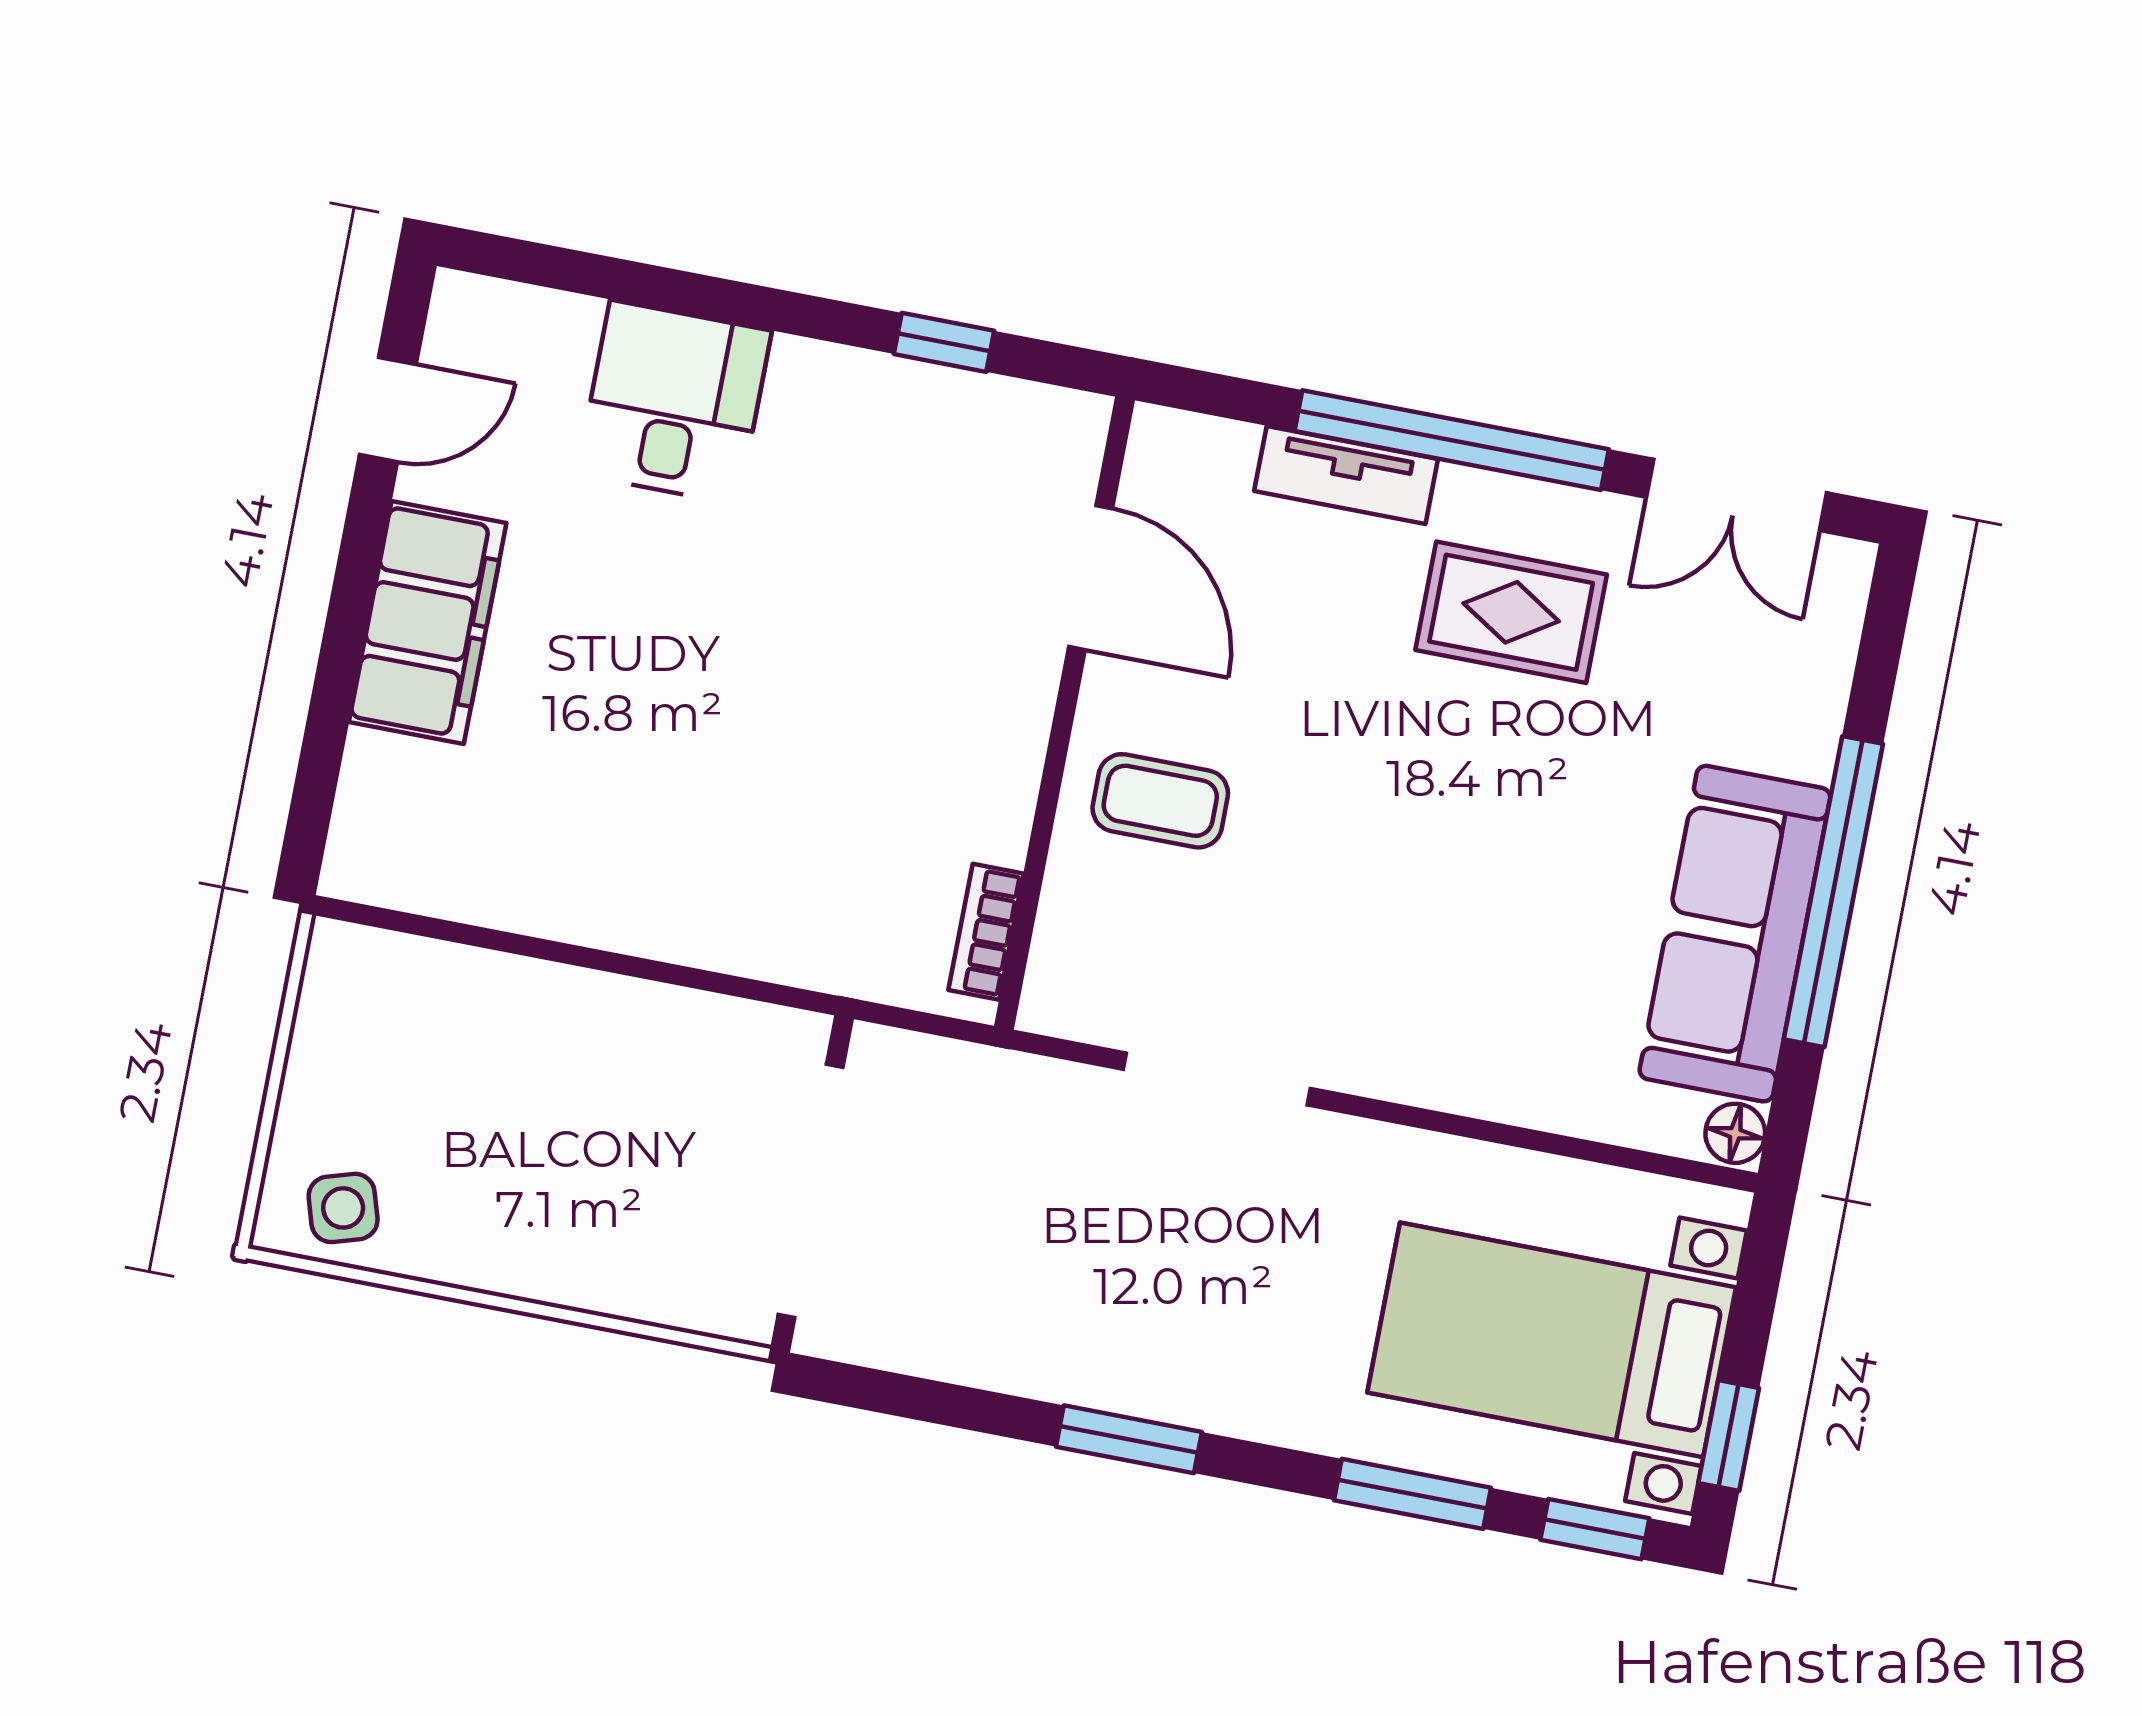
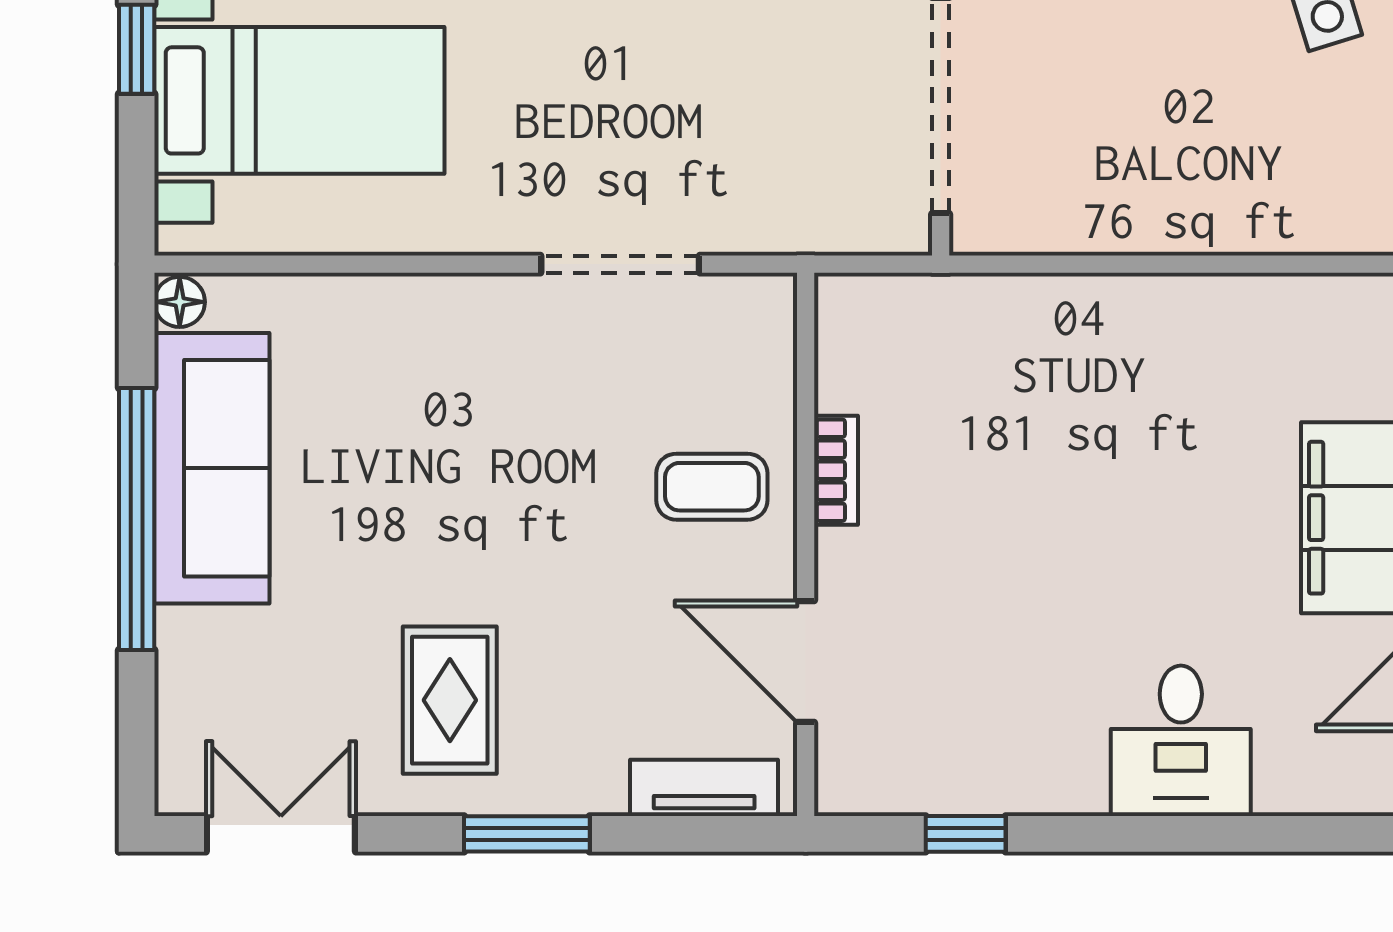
window: (1452, 440) -> (527, 834), width x0.47
tv unit: (1346, 475) -> (704, 788), moved
rug: (1511, 612) -> (450, 700), turned 90
bookcase: (986, 932) -> (836, 470), moved

